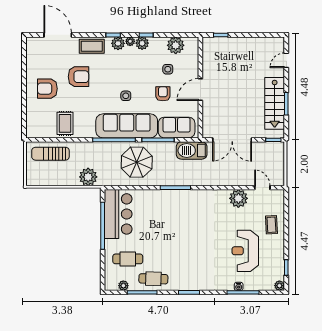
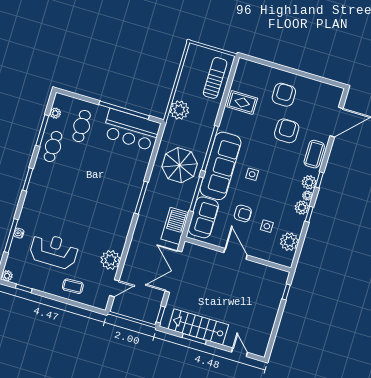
armchair: (78, 77) -> (287, 131), turned 180

